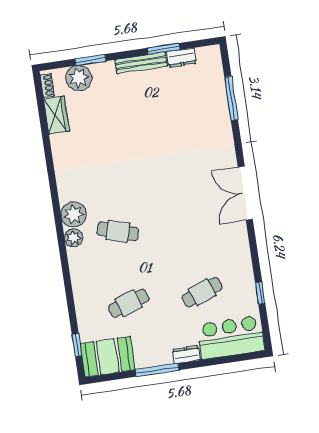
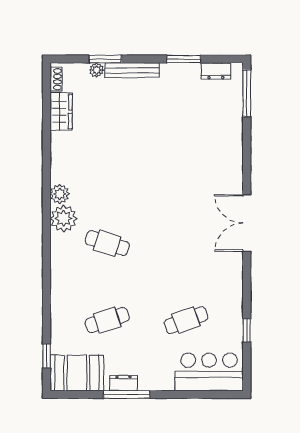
dresser: (181, 58) -> (216, 71), moved
bench: (141, 63) -> (132, 70), moved
plant: (79, 78) -> (97, 70), width x0.53, depth x0.53
window: (231, 98) -> (247, 93), moved
plant: (74, 238) -> (60, 194), moved
dresser: (186, 355) -> (123, 383), moved

